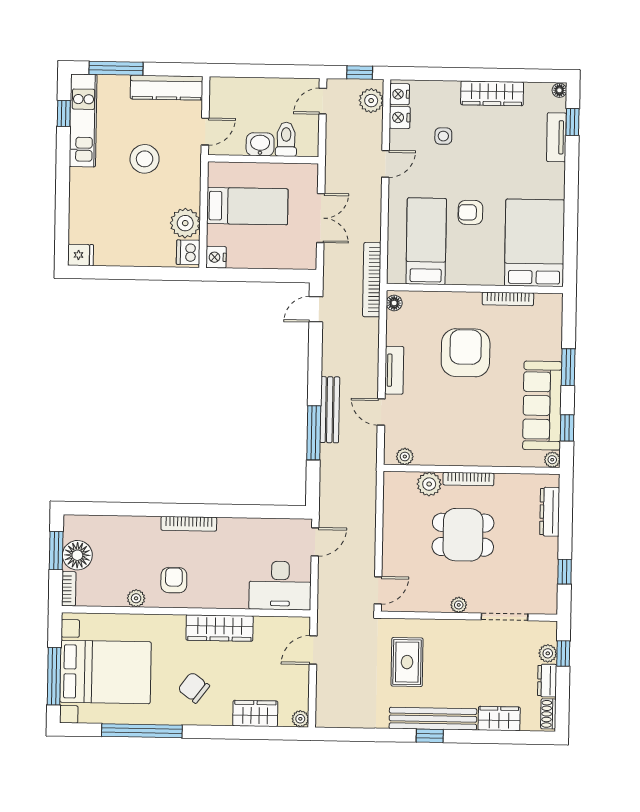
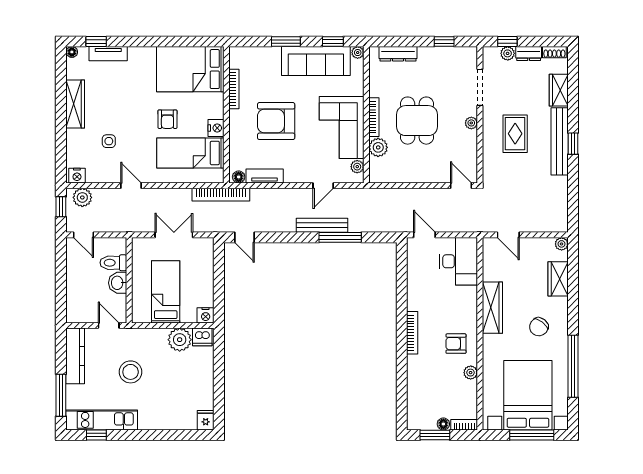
nightstand: (400, 117) -> (216, 128), moved, turned -90
tv unit: (394, 370) -> (265, 176), moved
corner sofa: (456, 437) -> (342, 128), added
floor lamp: (77, 555) -> (443, 424), width x0.53, depth x0.53
rug: (407, 662) -> (515, 134), moved, turned 90

